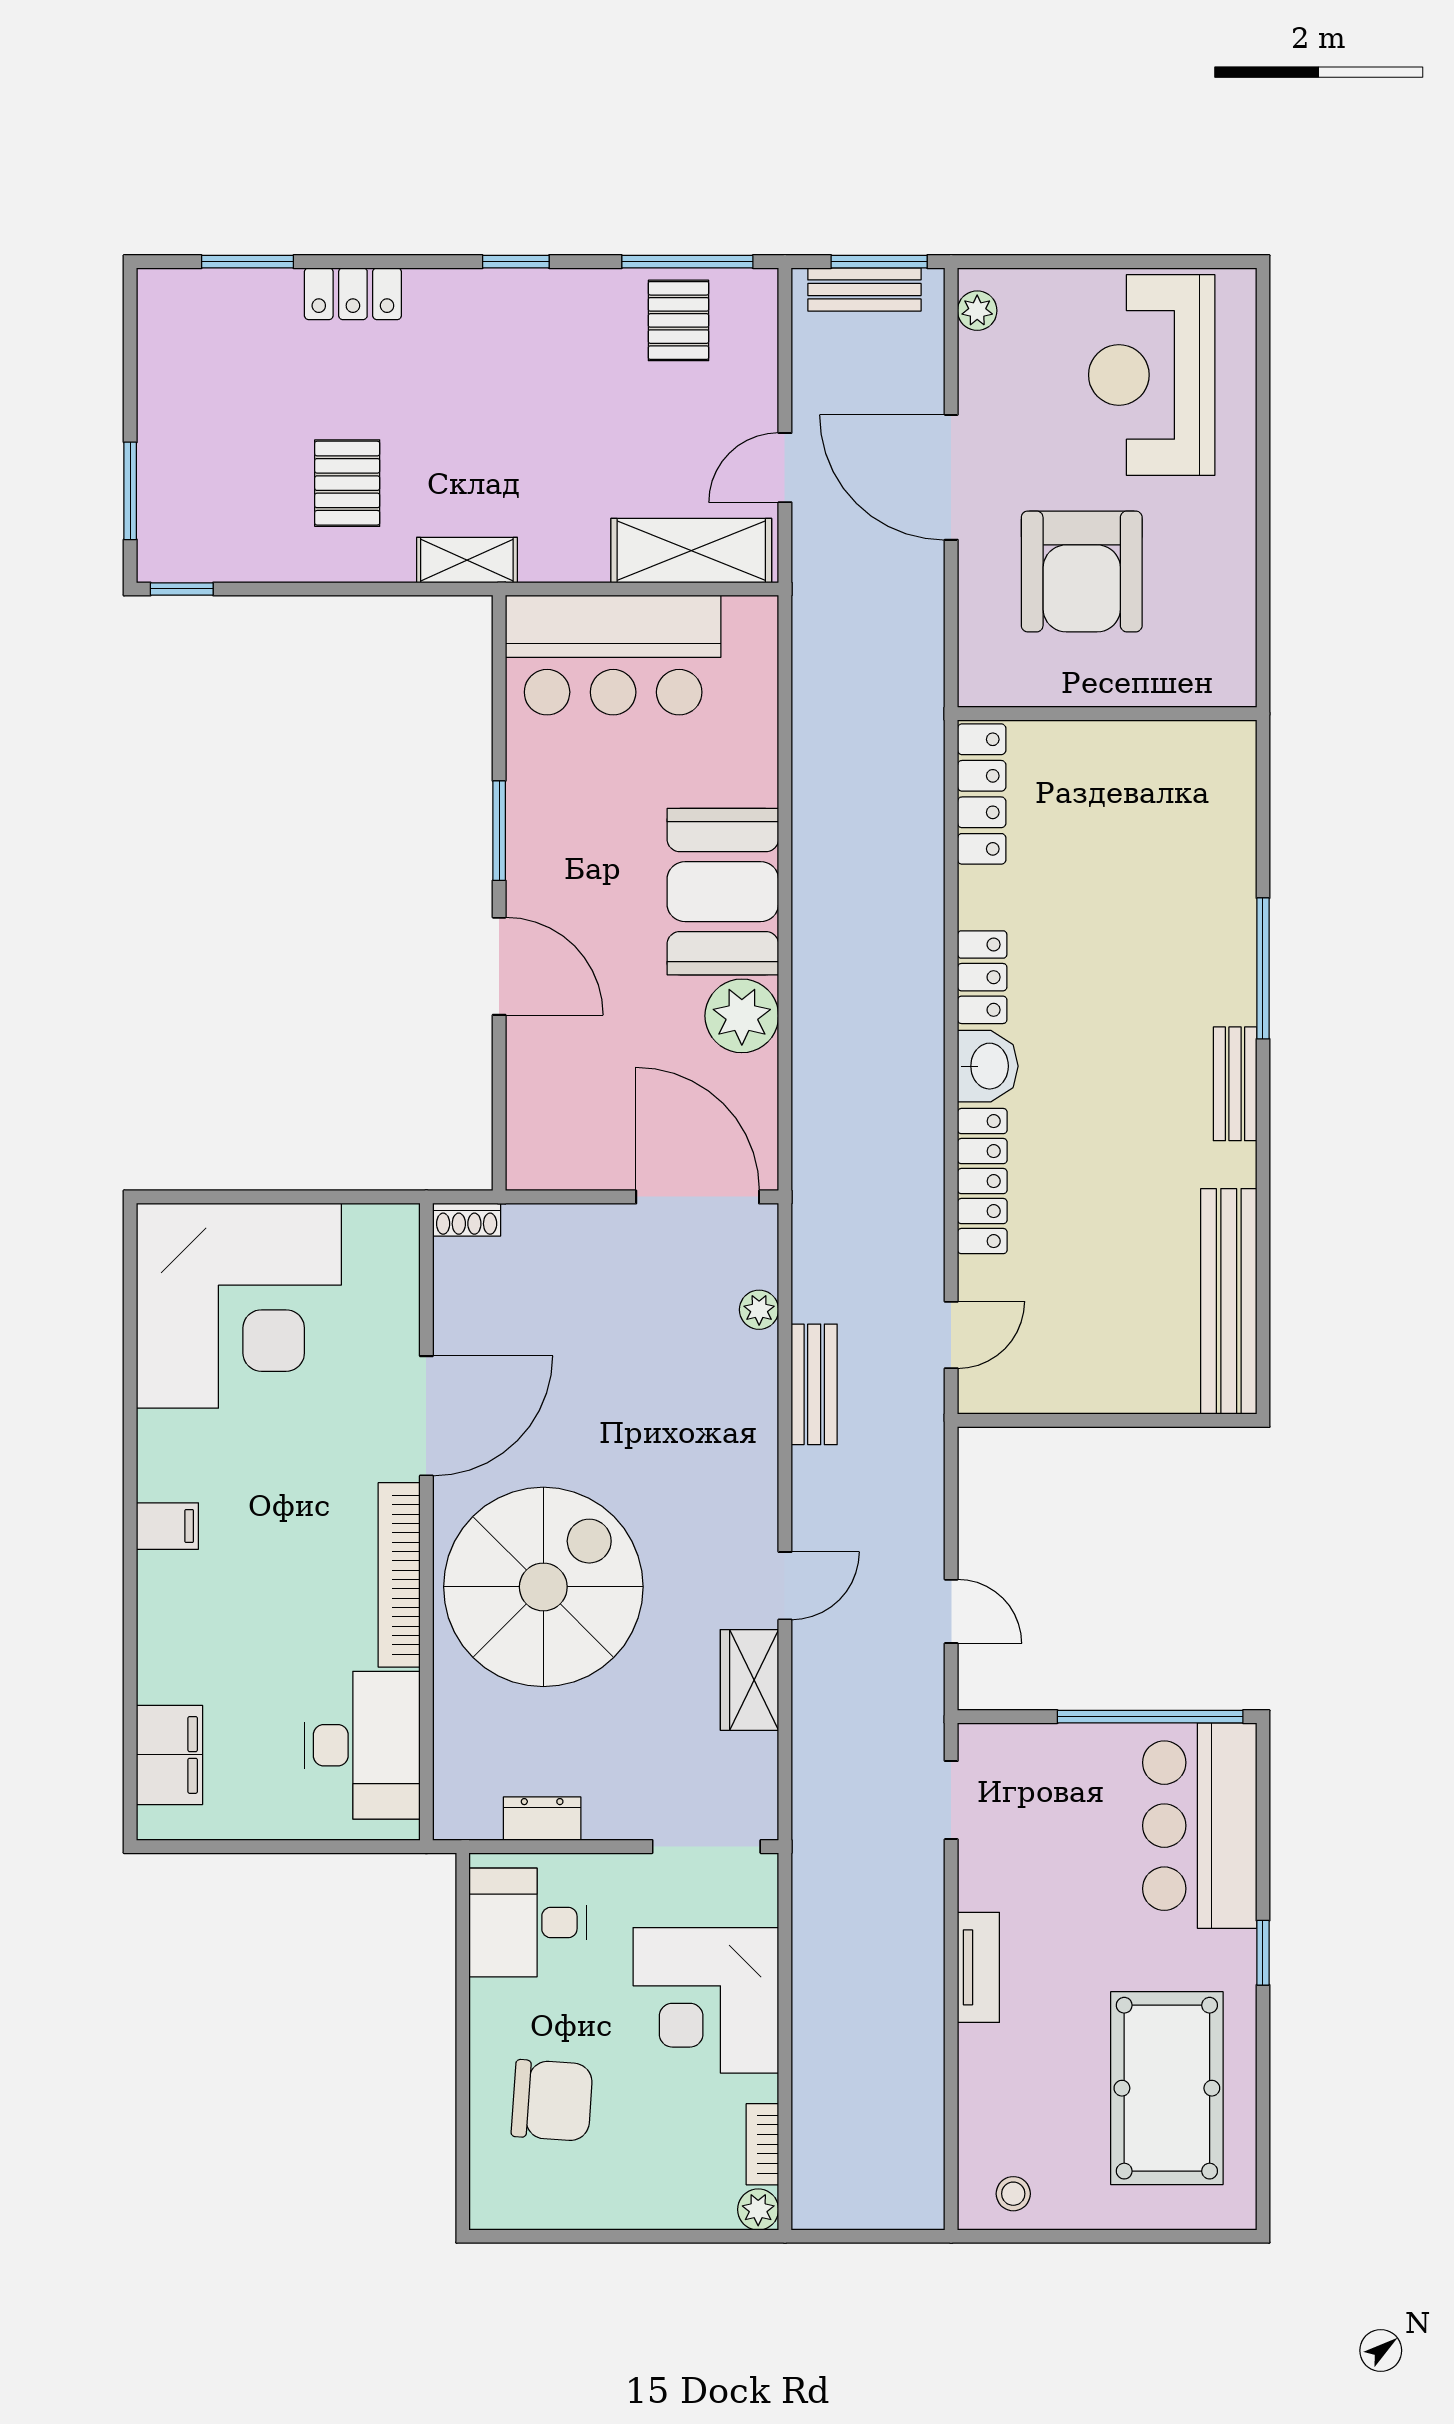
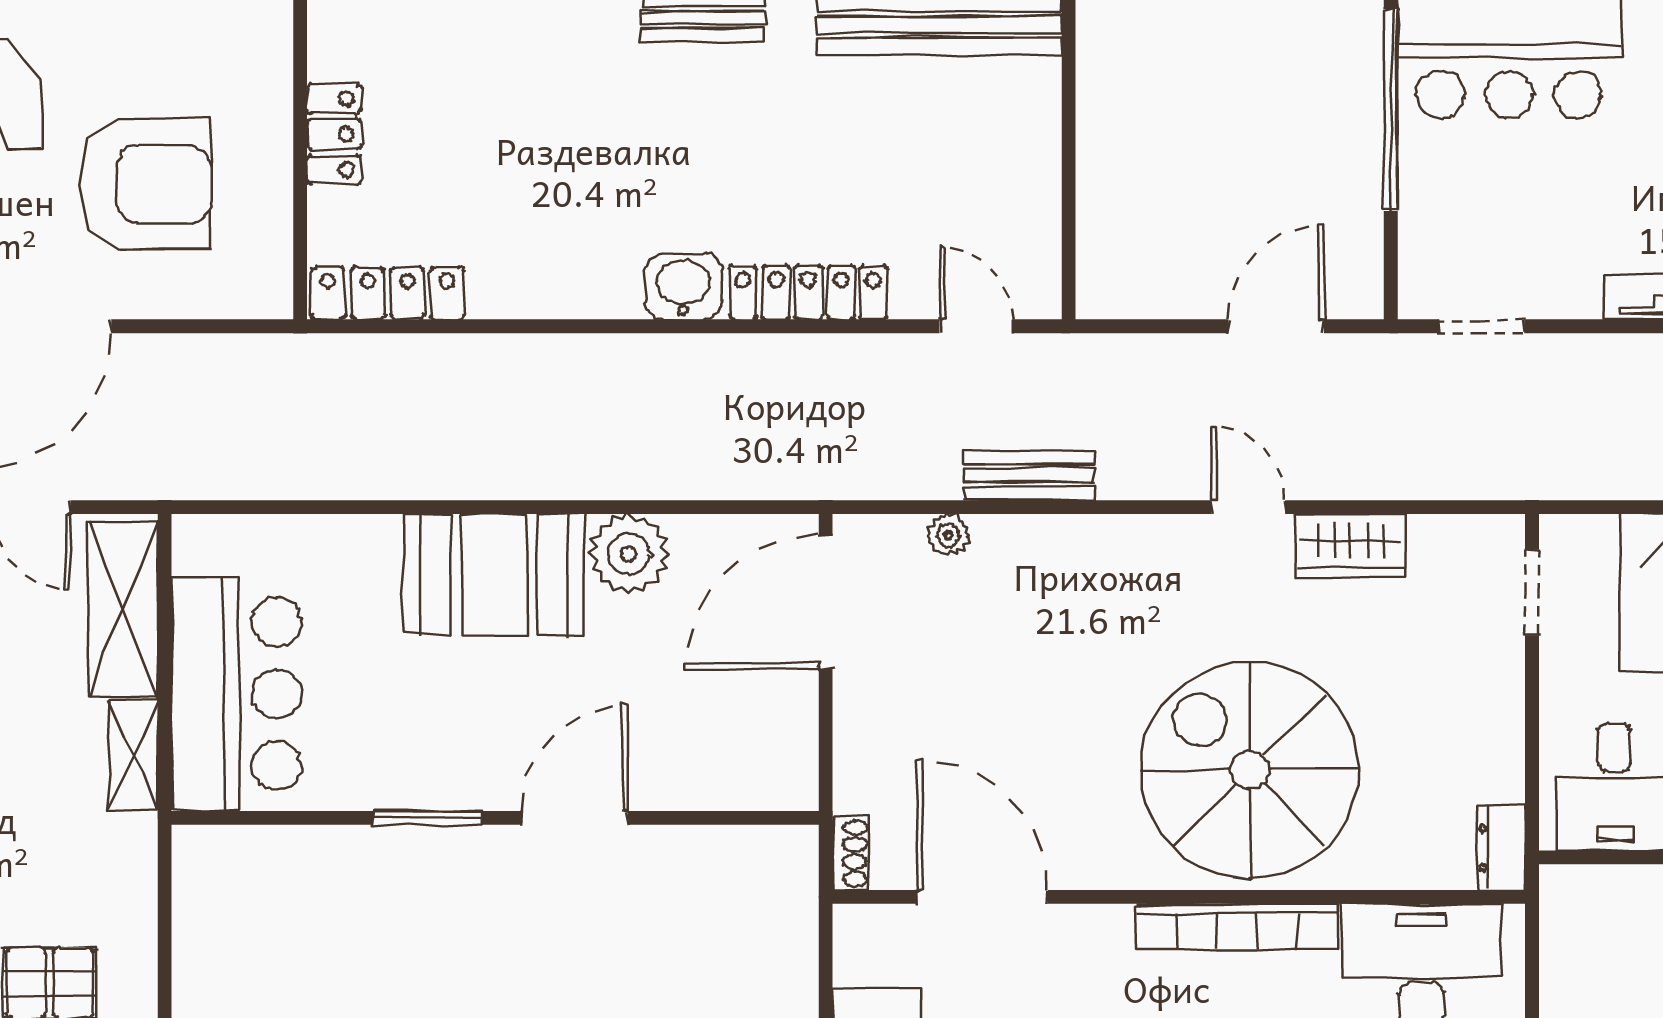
shelving: (467, 560) -> (133, 756), moved
locker: (982, 977) -> (334, 134), moved, turned 90
door: (426, 1416) -> (983, 897), moved
door: (951, 1611) -> (1276, 326), width x1.37
dresser: (542, 1819) -> (1502, 848), moved
doorway: (706, 1847) -> (1532, 592), width x0.73

